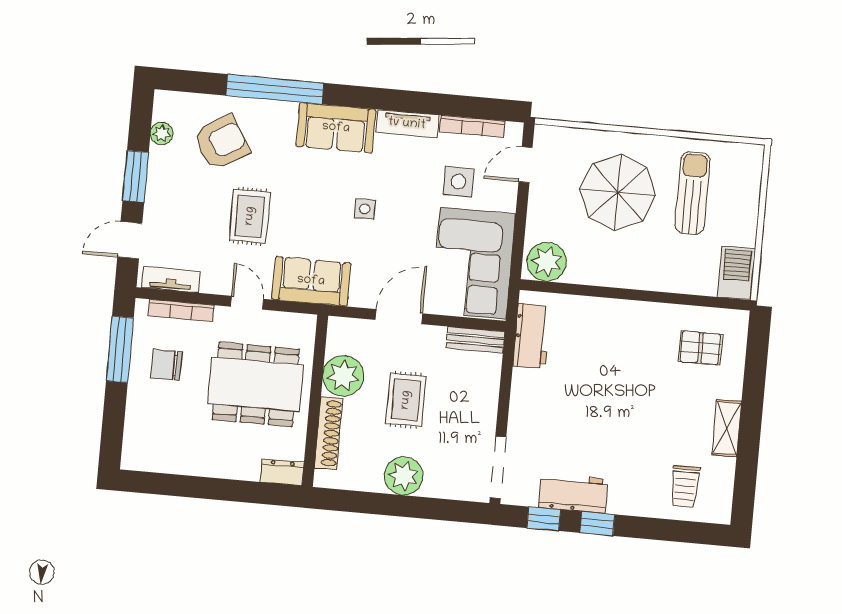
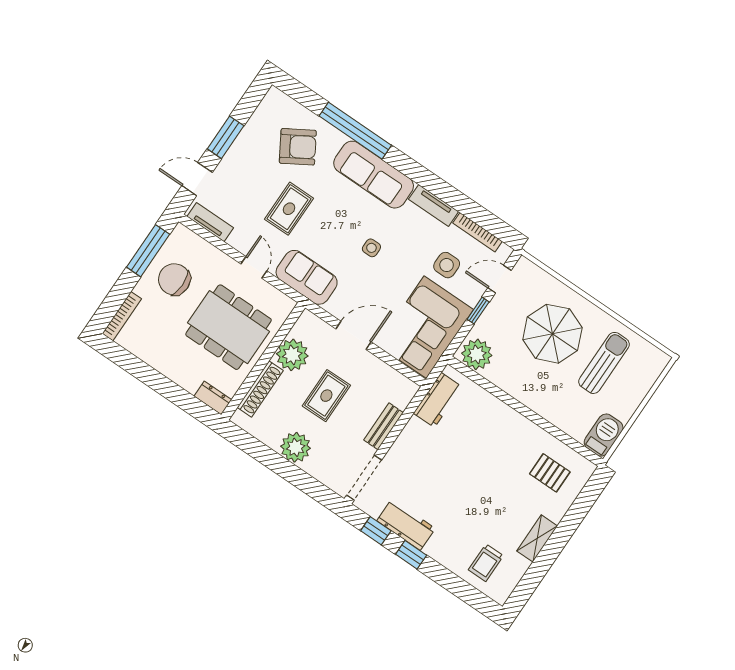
sofa: (336, 128) -> (374, 175), width x1.36
plant: (162, 134) -> (260, 118), removed
window: (521, 213) -> (478, 311), added
bookcase: (181, 310) -> (122, 316), moved, turned -90
bench: (475, 340) -> (383, 426), moved, turned 90
chair: (166, 365) -> (174, 279), width x1.37, depth x1.37

